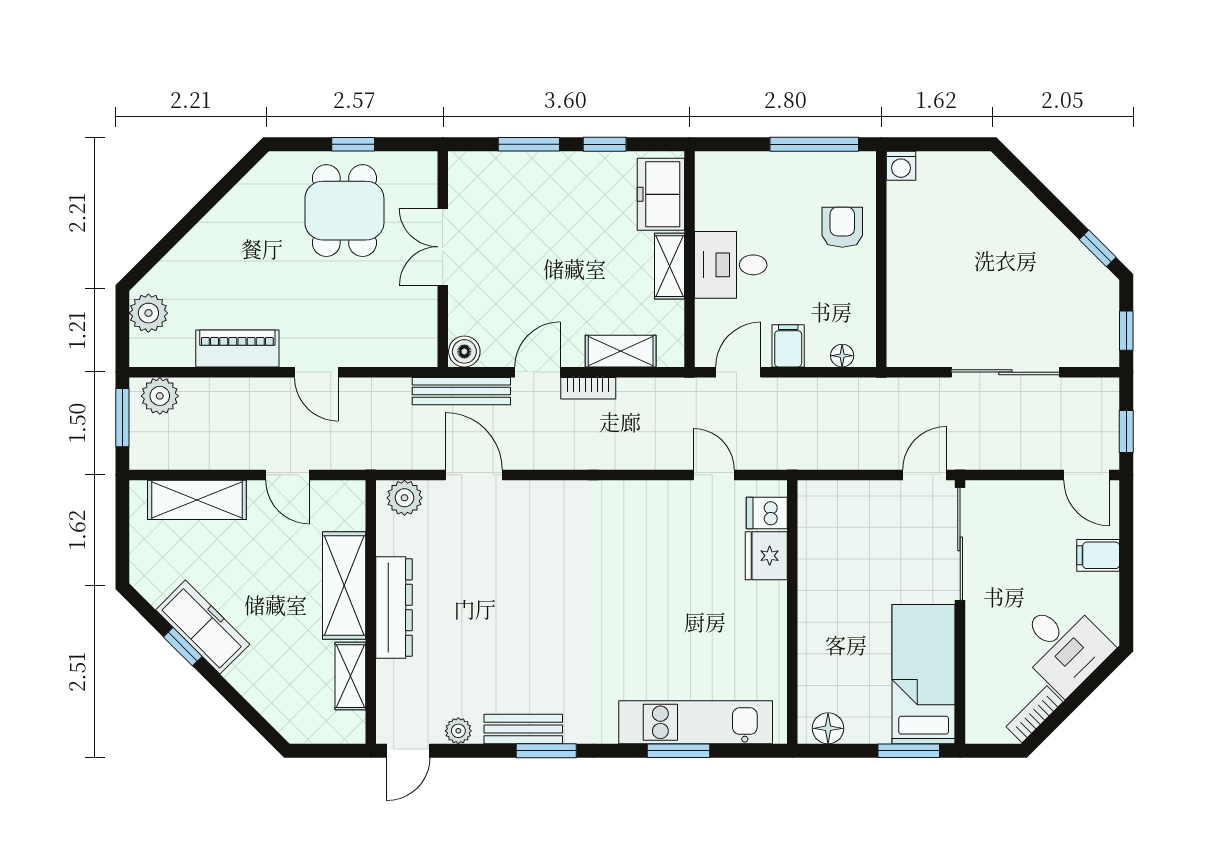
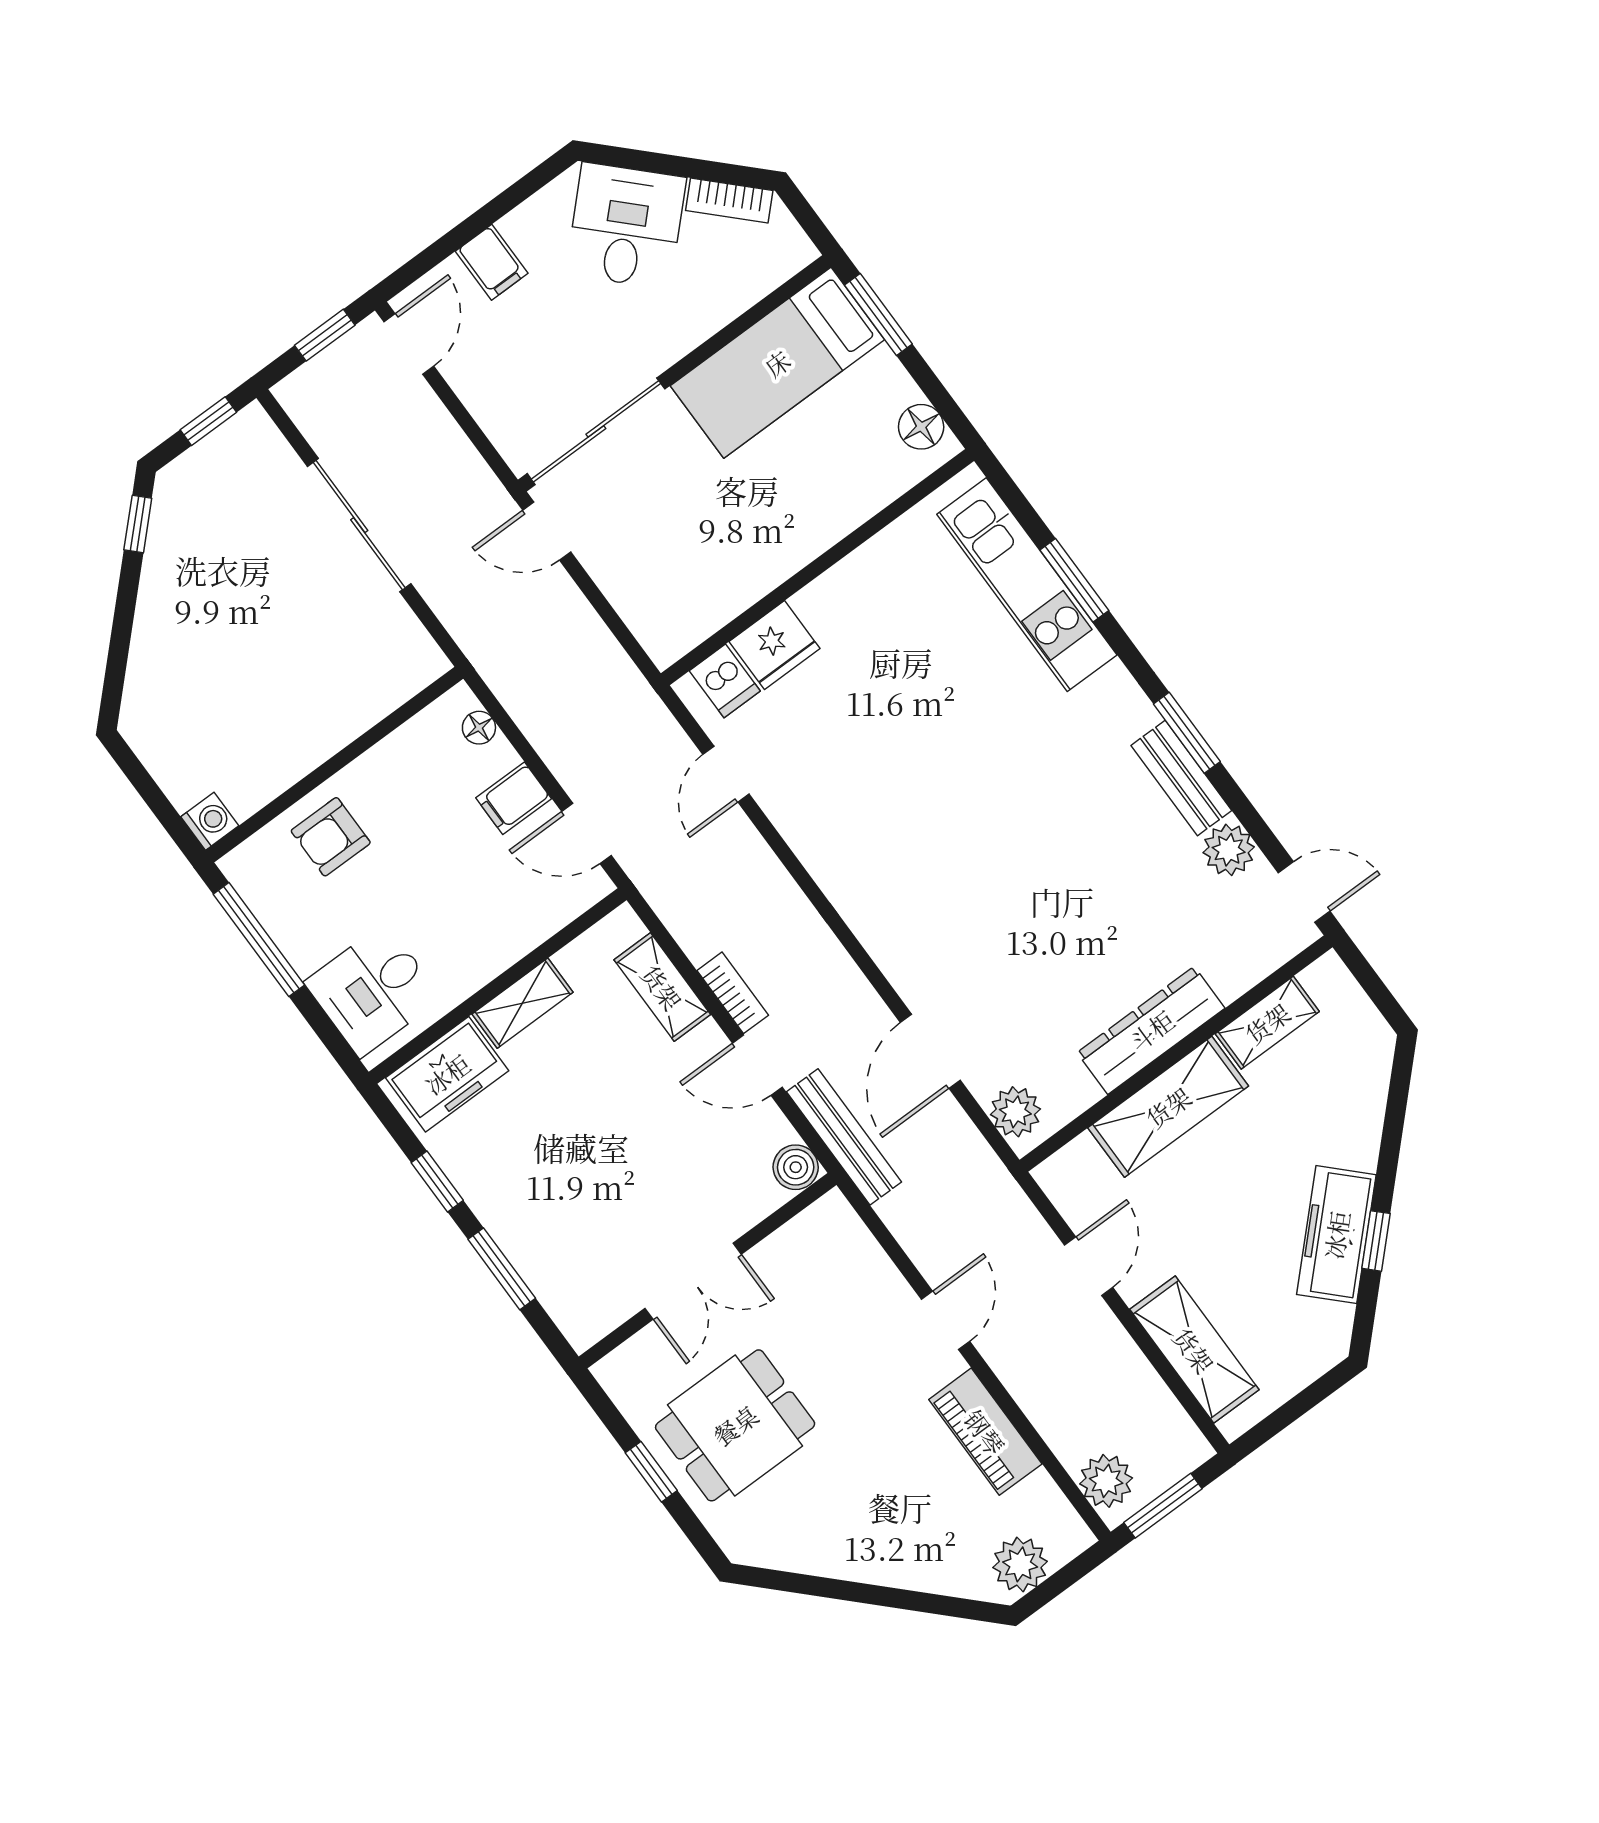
desk: (731, 265) -> (373, 990), moved, turned 90
plant: (458, 731) -> (1229, 850), width x1.38, depth x1.38

